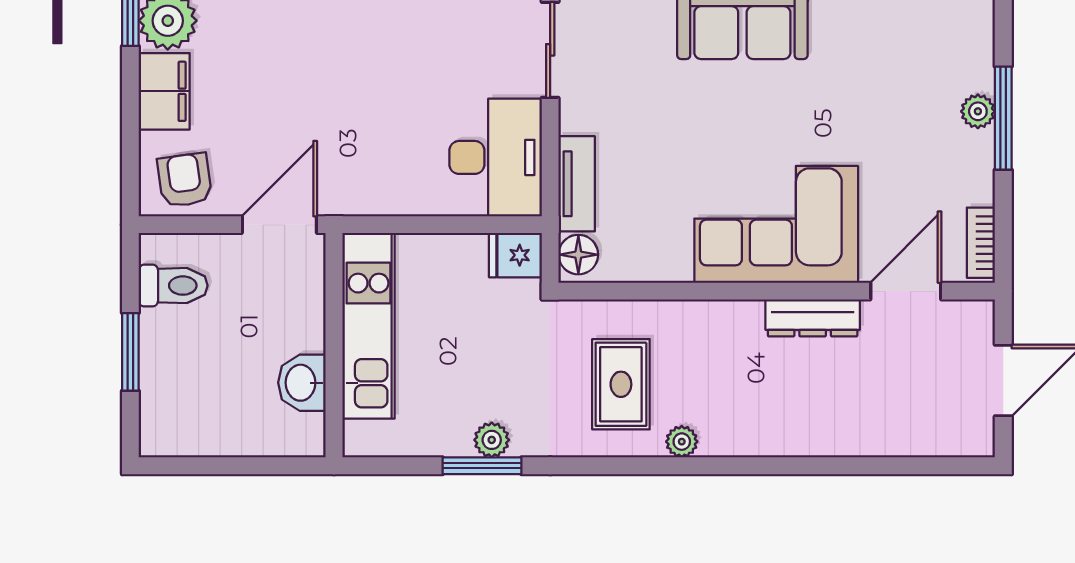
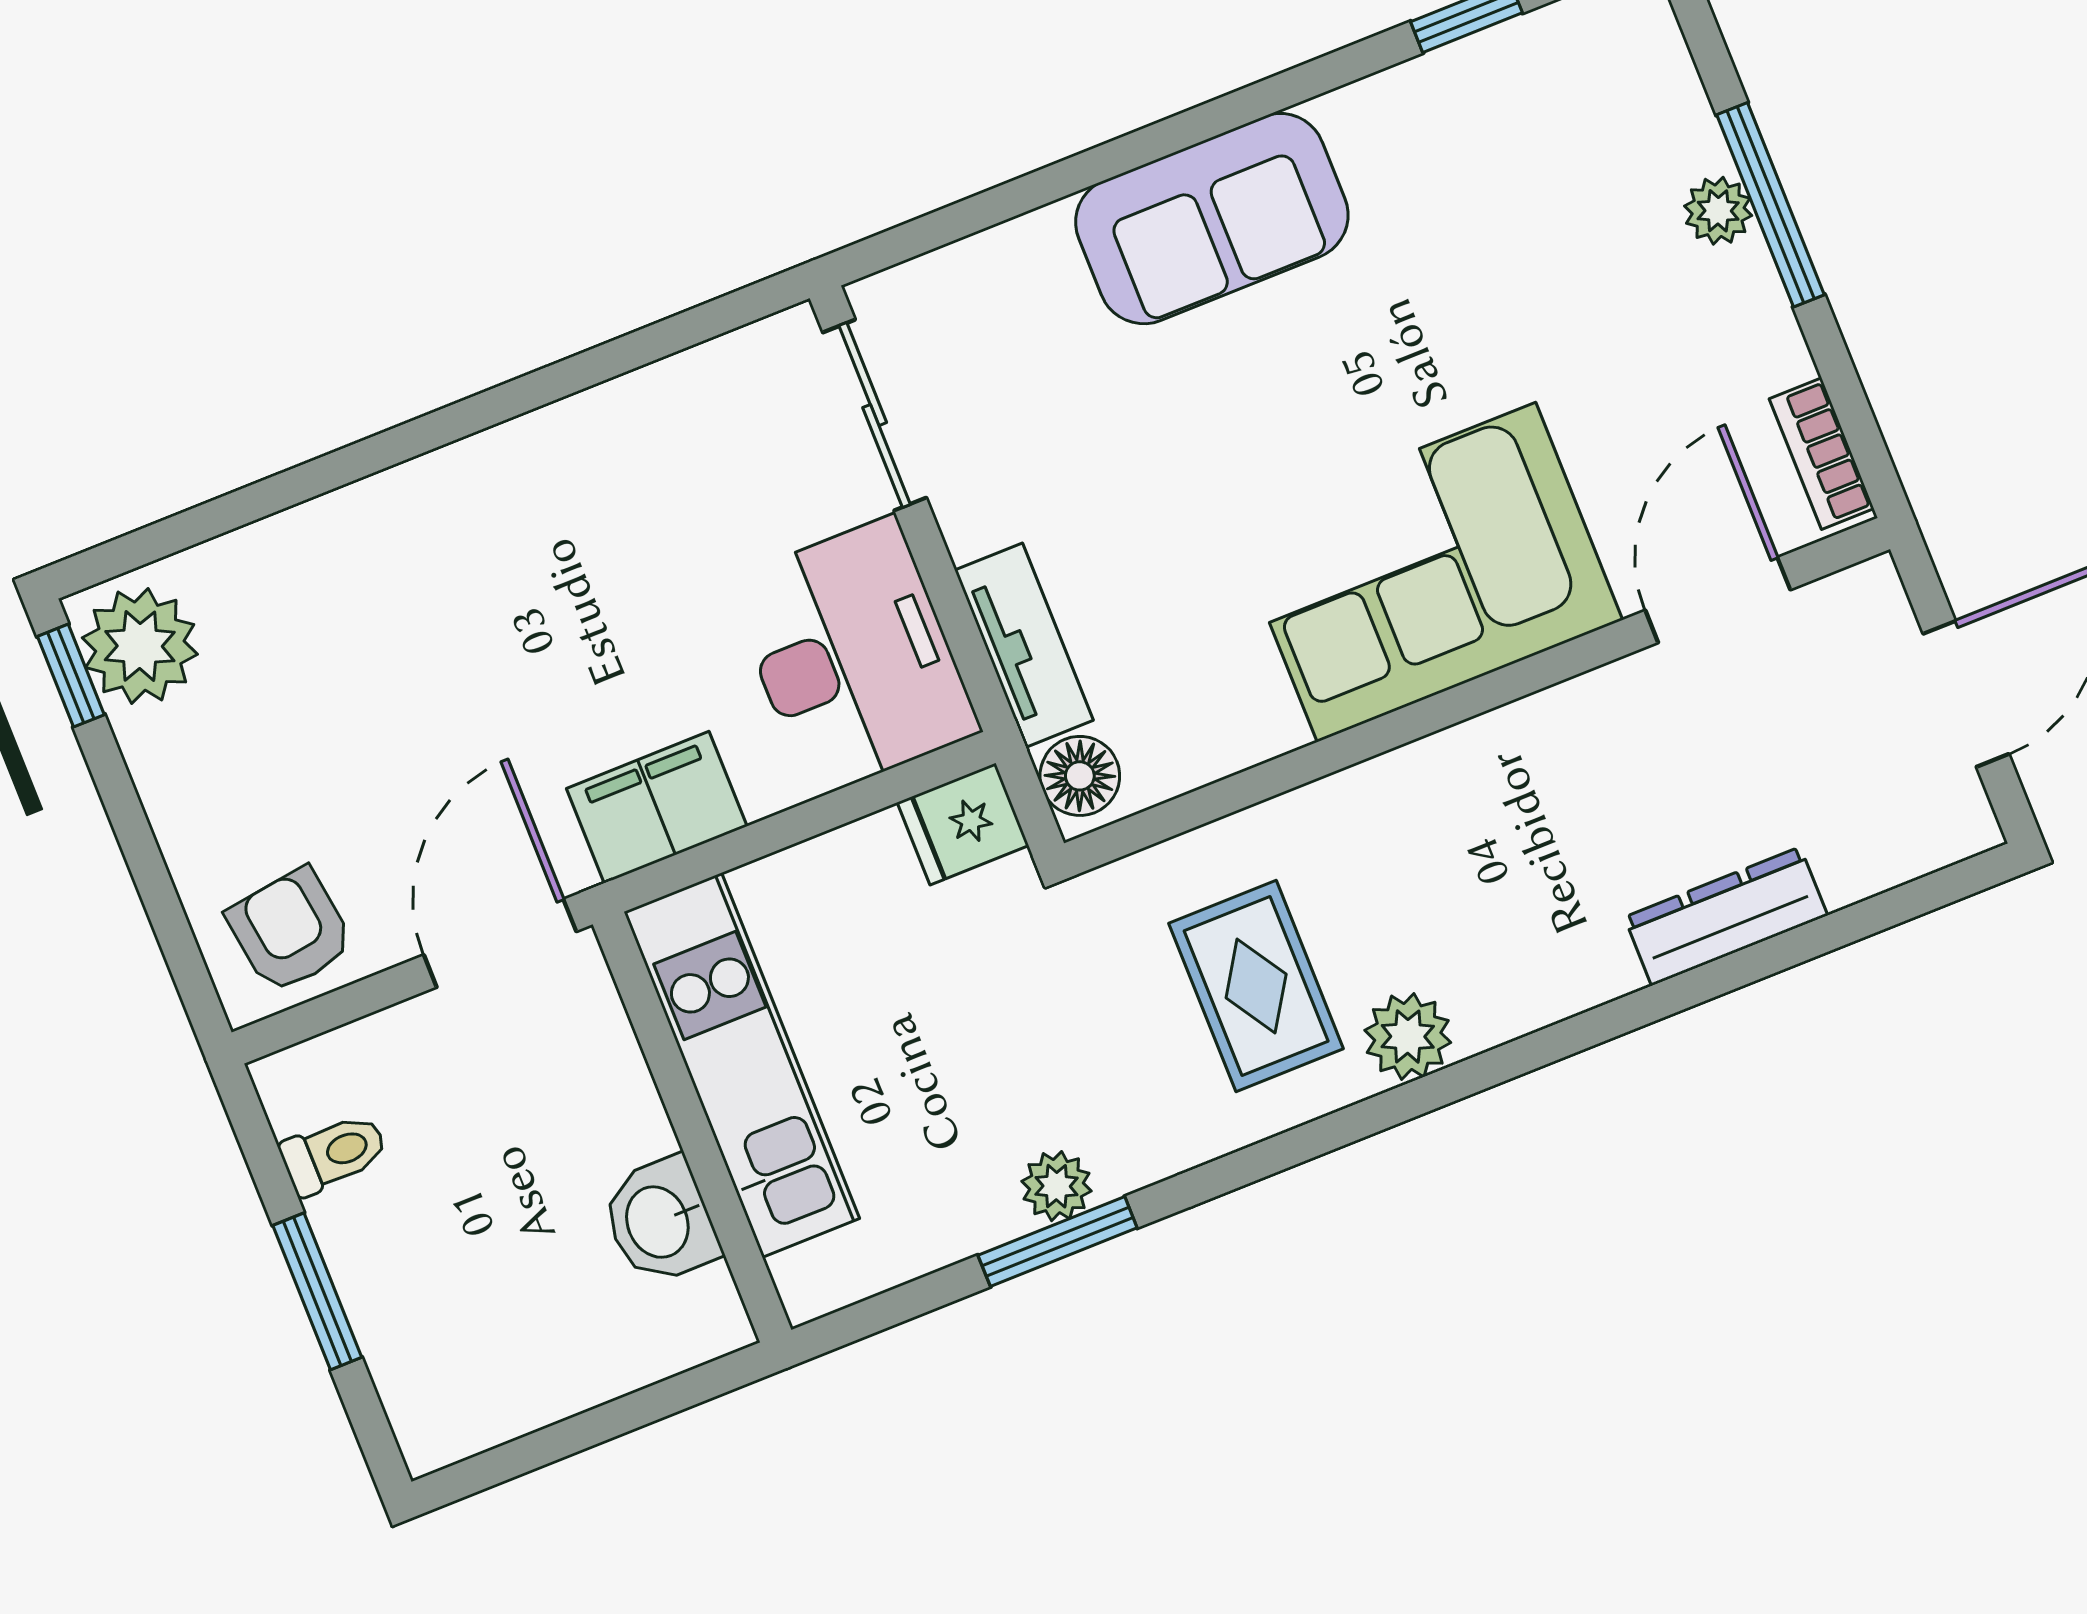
filing cabinet: (164, 91) -> (657, 807), moved, turned -90
toilet: (173, 286) -> (334, 1154), width x0.73, depth x0.72
dresser: (813, 318) -> (1726, 916), moved, turned 180
plant: (682, 442) -> (1408, 1036), width x1.38, depth x1.38

